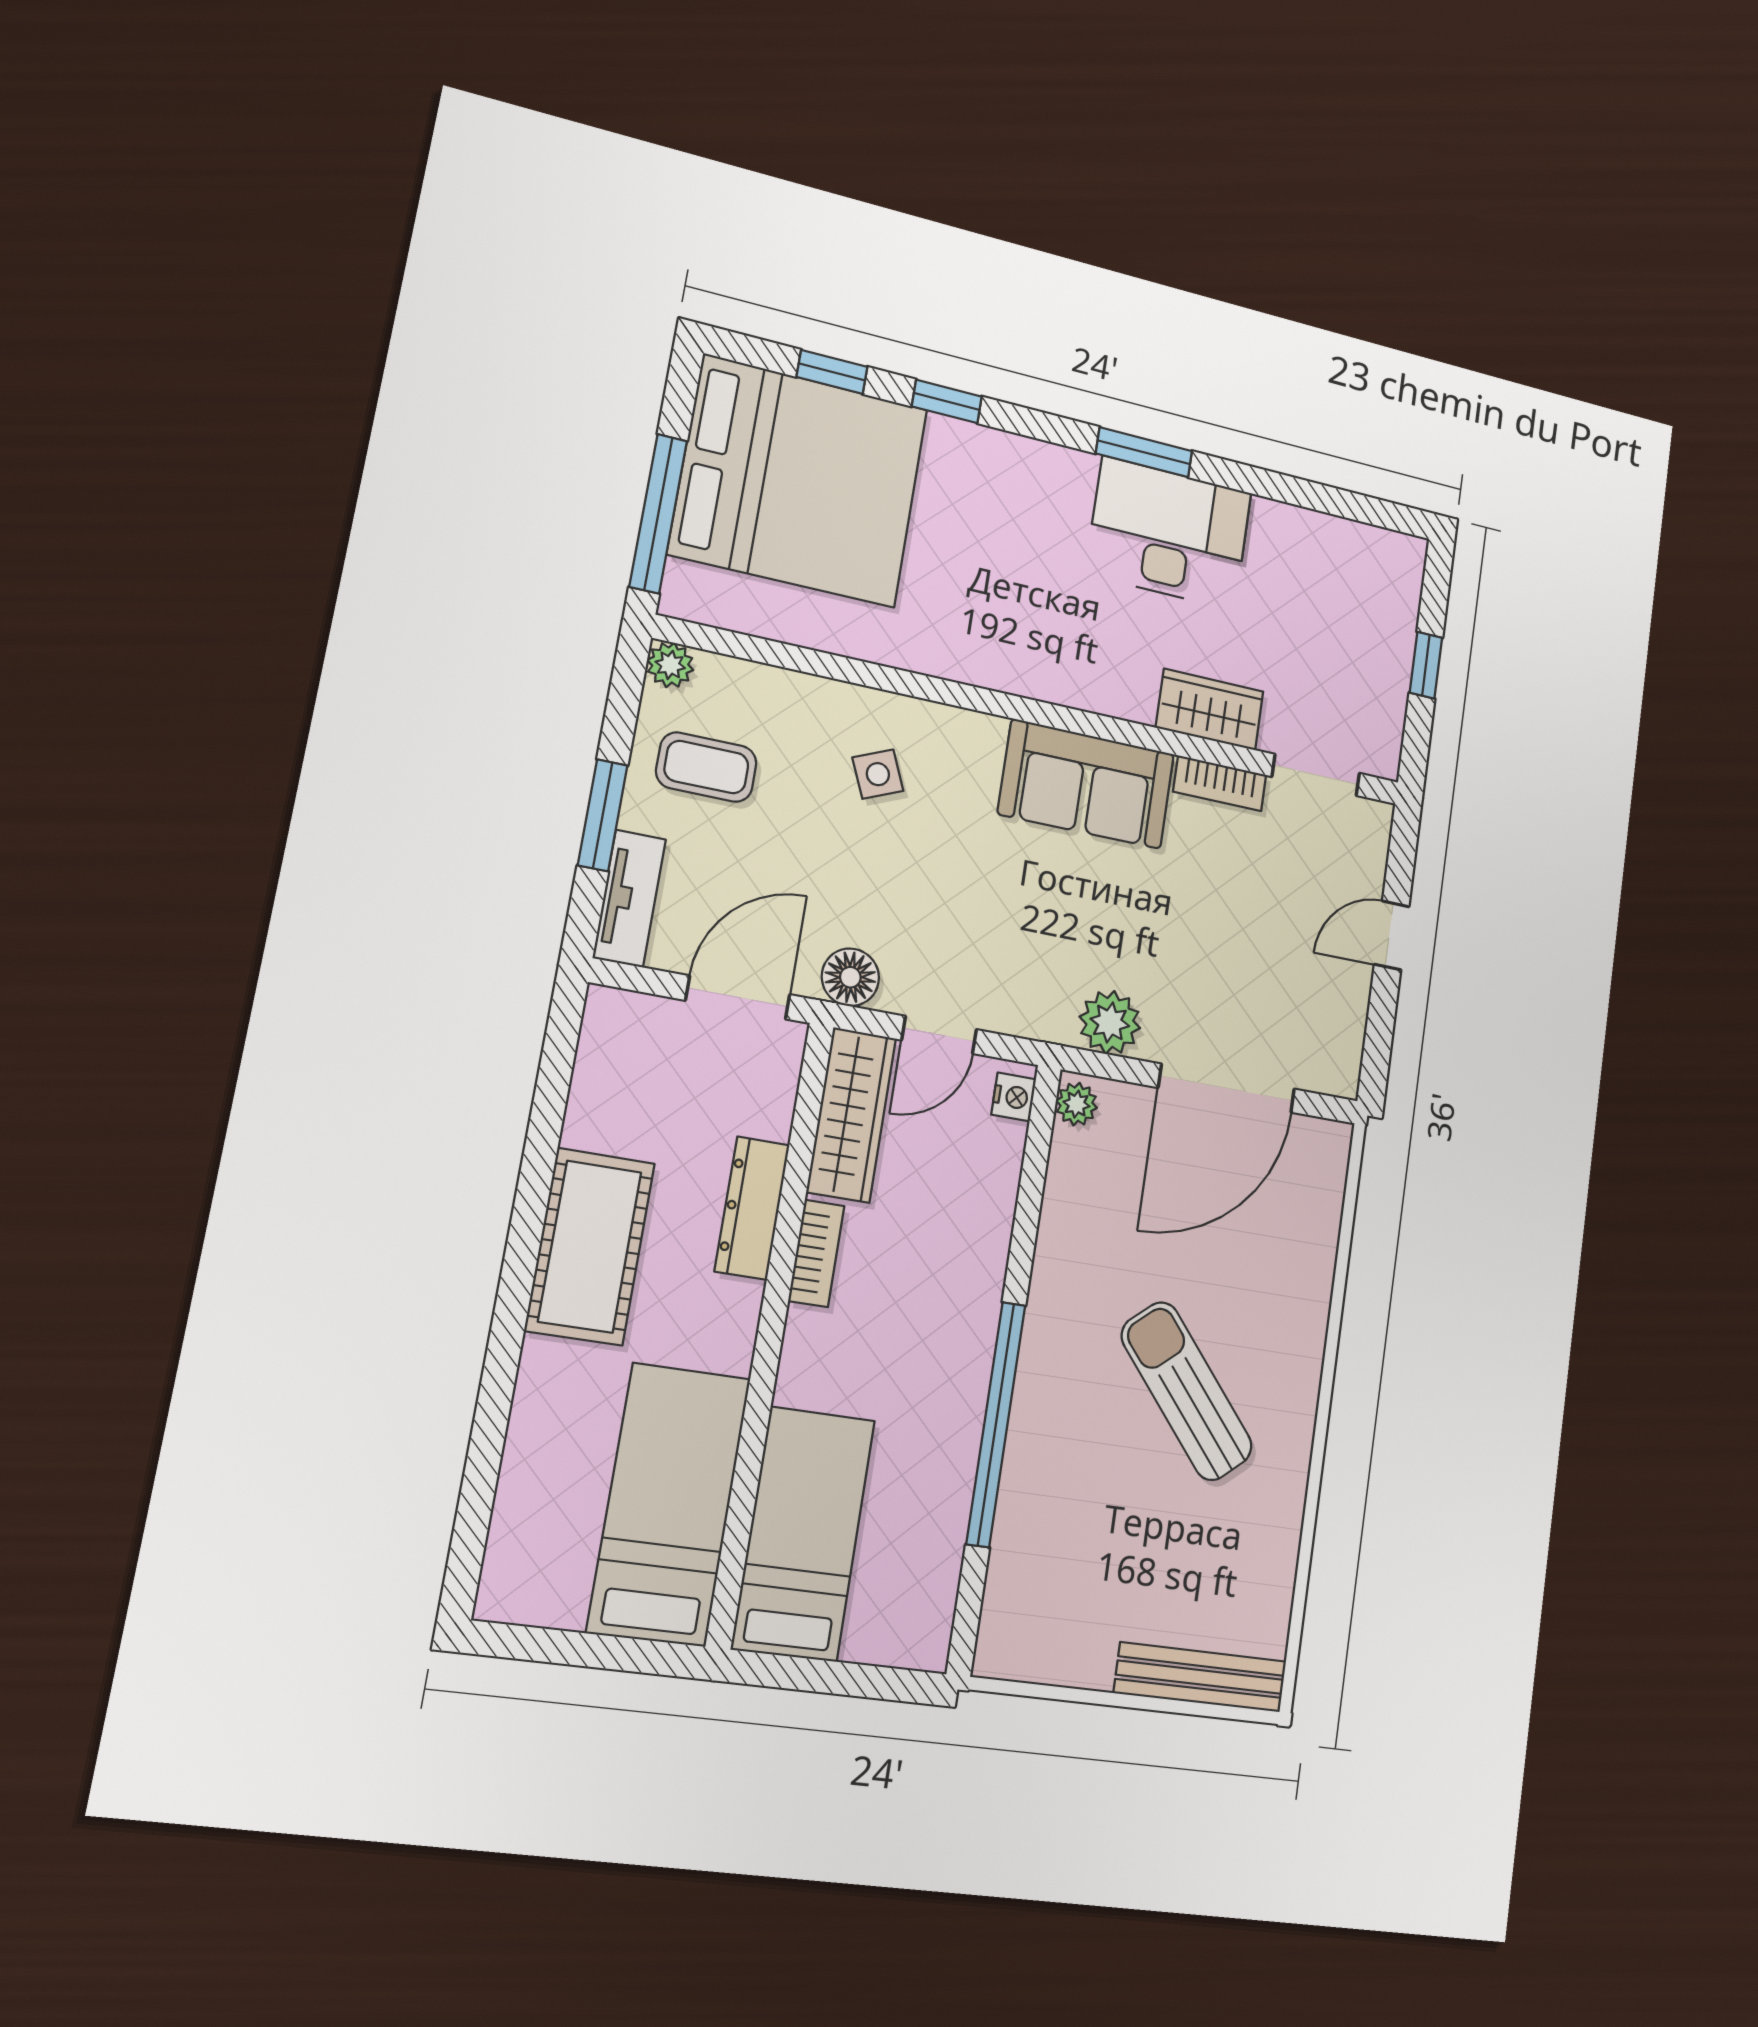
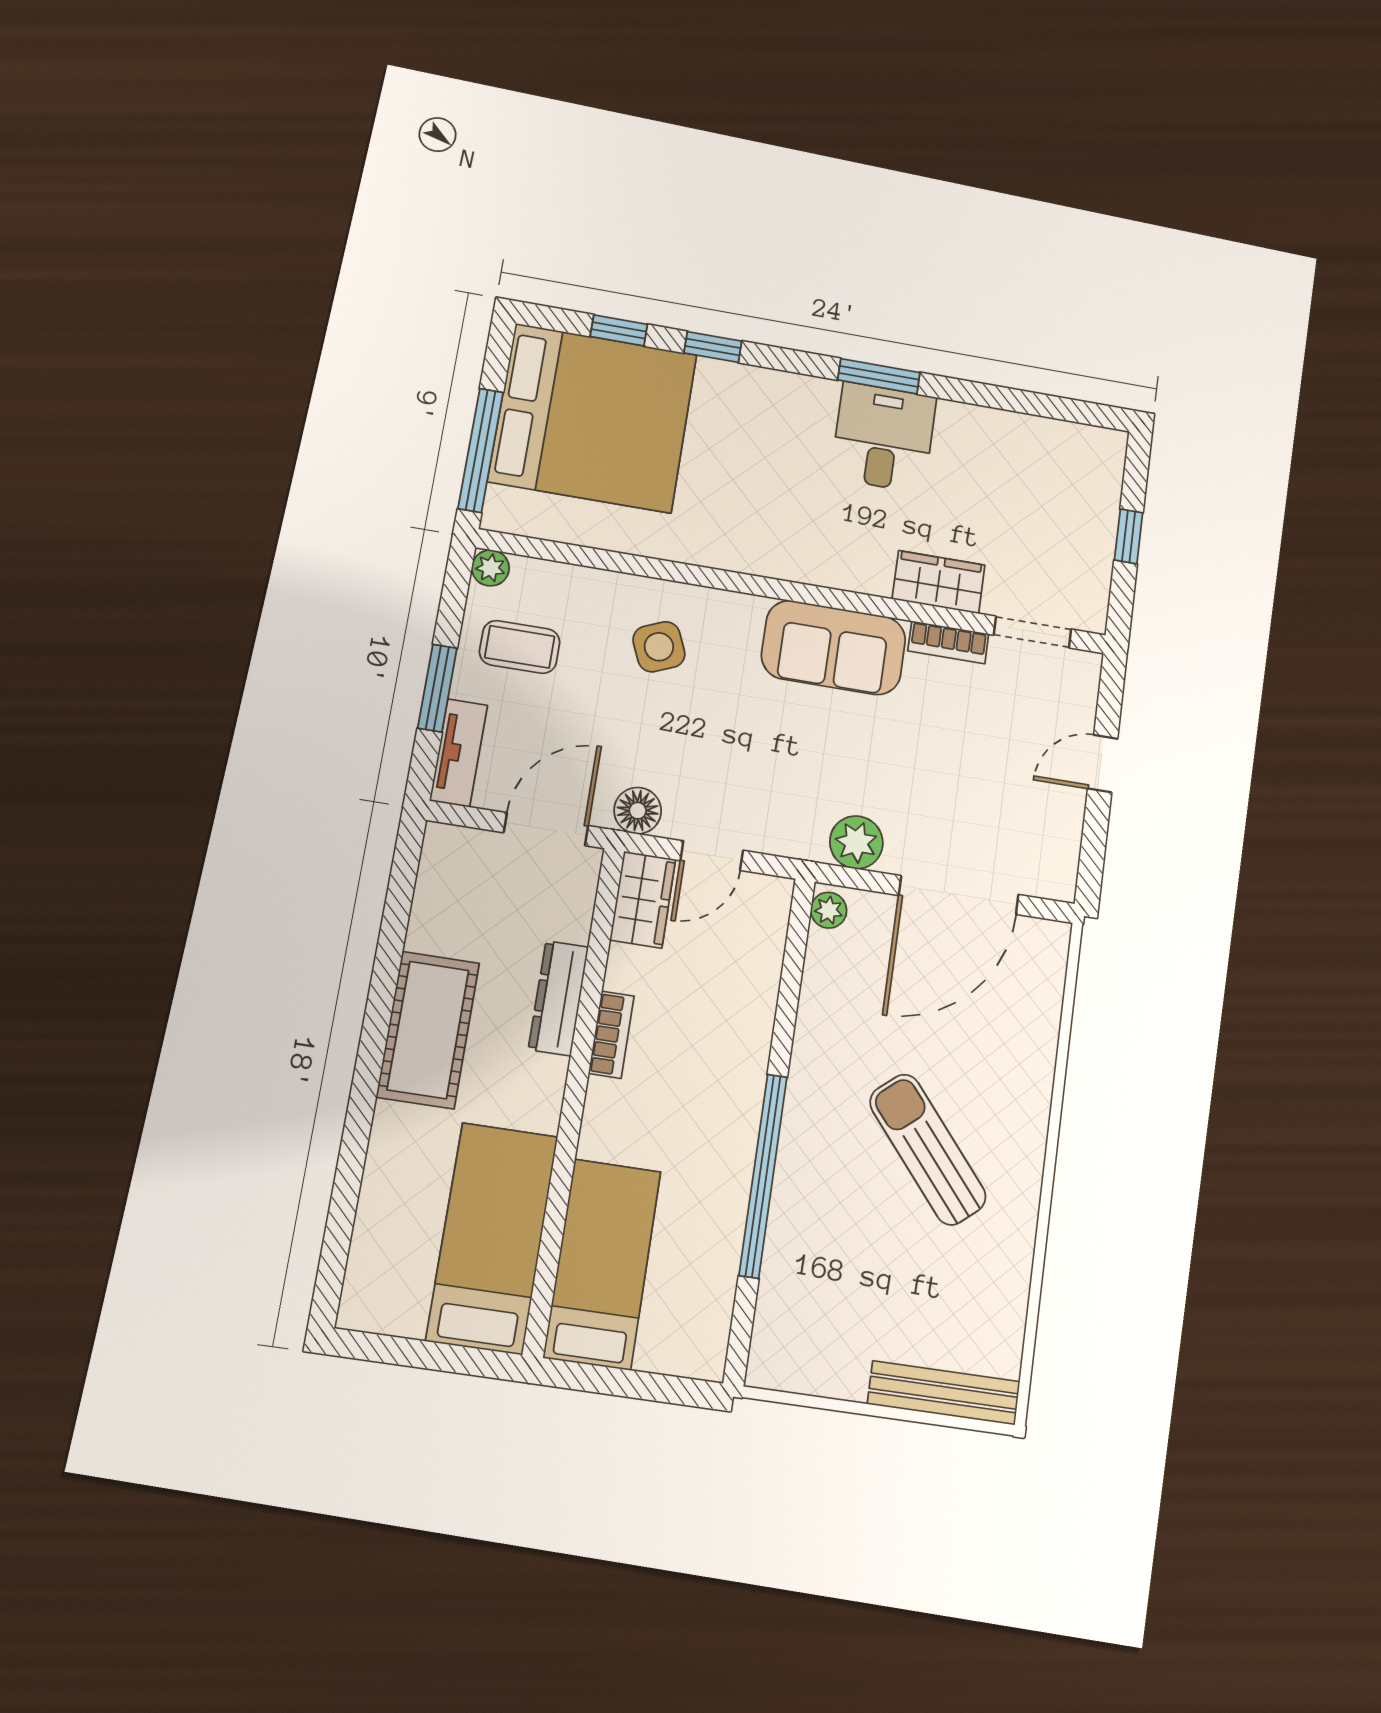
desk: (1169, 533) -> (883, 437), width x0.73
side table: (878, 774) -> (659, 647), width x1.37, depth x1.37
nightstand: (1014, 1097) -> (775, 905), removed
wardrobe: (851, 1115) -> (643, 900), width x0.67

